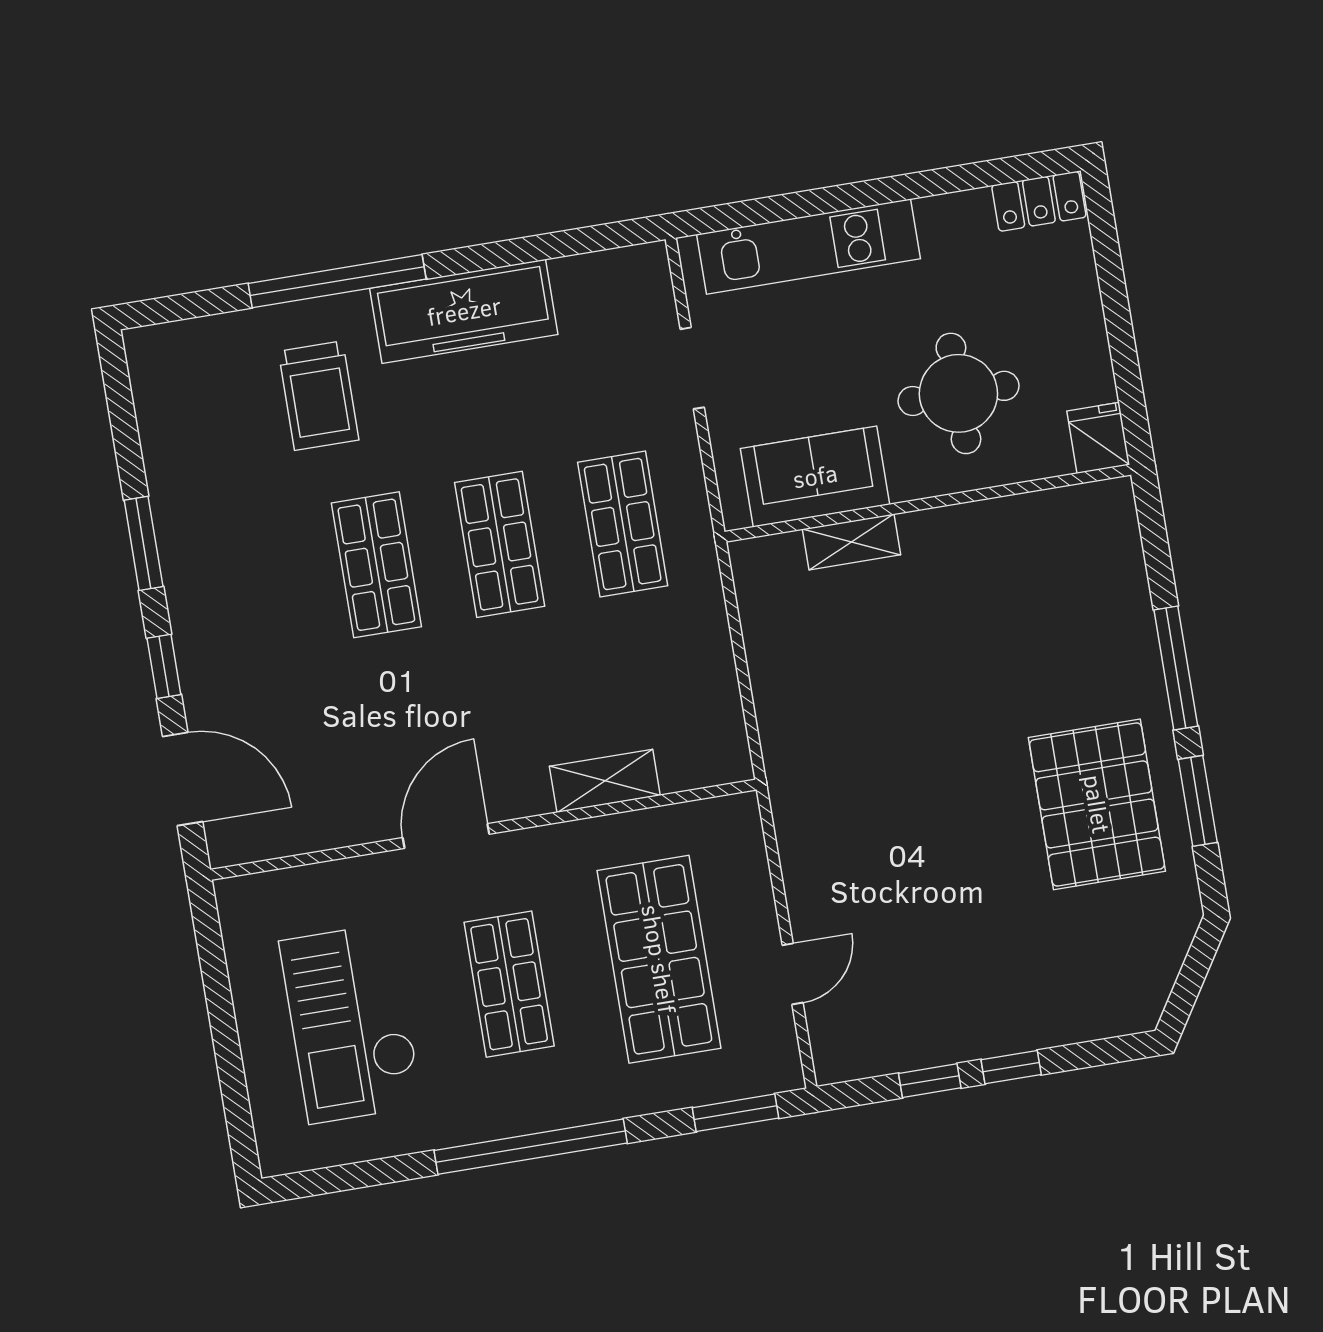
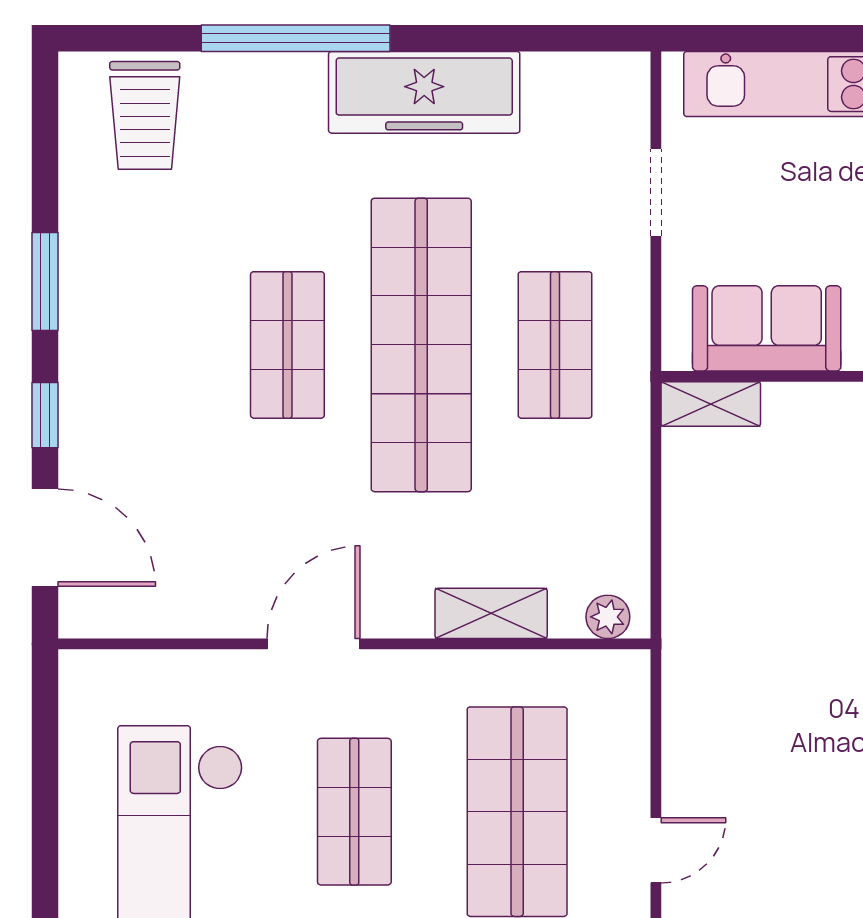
trolley: (319, 396) -> (145, 115), moved
shelving: (852, 542) -> (711, 404), moved
shop shelf: (500, 544) -> (421, 345), width x2.00, depth x1.36
plant: (713, 766) -> (608, 617), added

